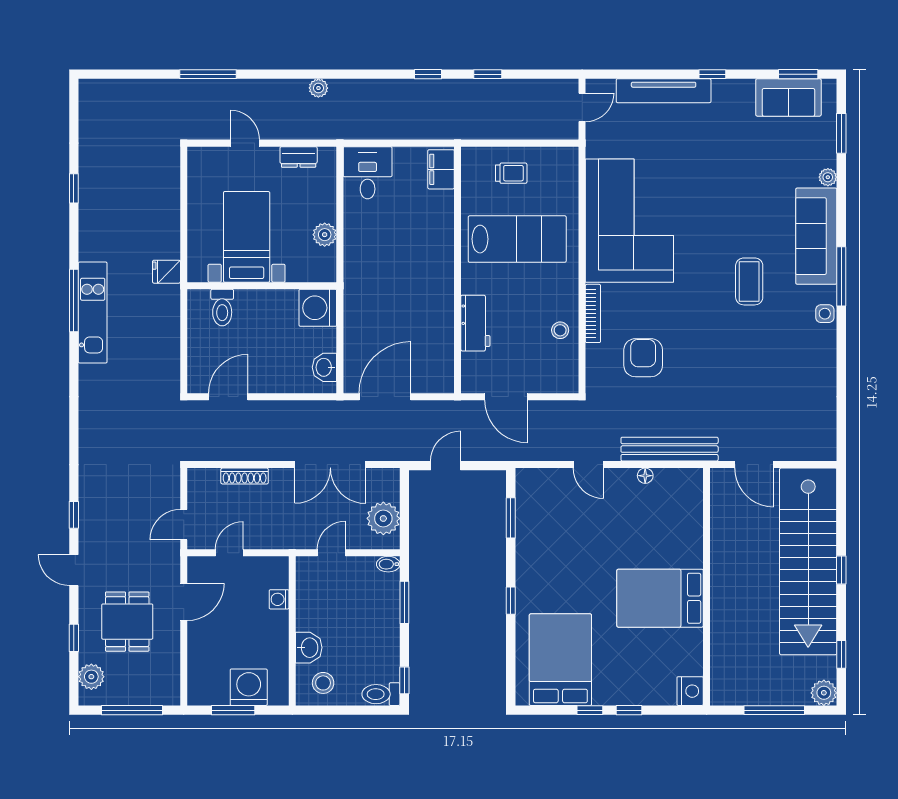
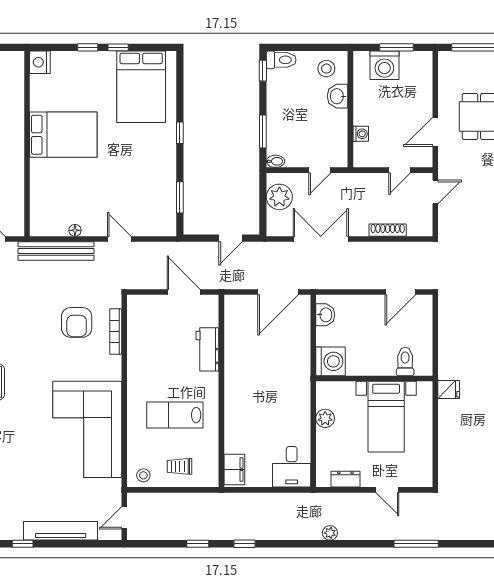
lab bench: (517, 239) -> (175, 415), width x0.73, depth x0.72
bookcase: (593, 313) -> (116, 331), moved
stool: (560, 330) -> (143, 475), moved

